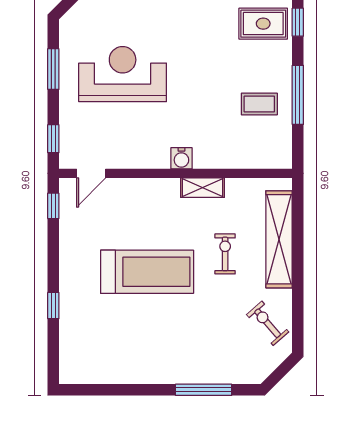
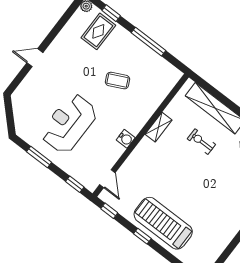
coffee table: (259, 104) -> (118, 81), moved, turned 64
water cooler: (181, 158) -> (126, 139), moved
treadmill: (147, 272) -> (163, 223), moved, turned -90
window: (53, 306) -> (142, 236), moved

